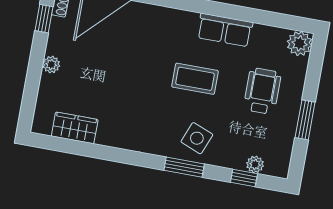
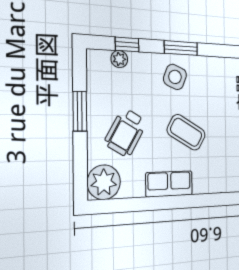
plant: (300, 43) -> (104, 182), width x1.36, depth x1.36
coffee table: (195, 79) -> (186, 132), turned 30
wheelchair: (262, 91) -> (126, 132), turned 30

